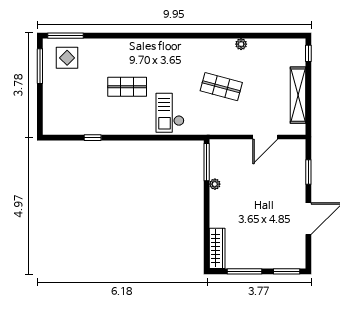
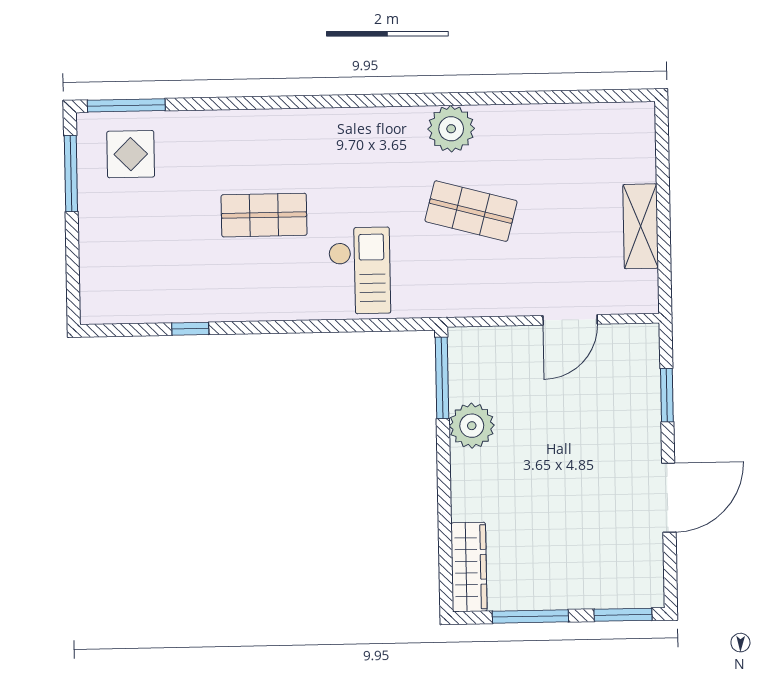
plant: (241, 44) -> (451, 129), moved, width x1.87, depth x1.87
window: (308, 53) -> (662, 134), removed
shelving: (298, 95) -> (641, 226), width x0.68
checkout: (170, 113) -> (360, 271), turned 180
plant: (215, 184) -> (472, 426), width x1.88, depth x1.88

